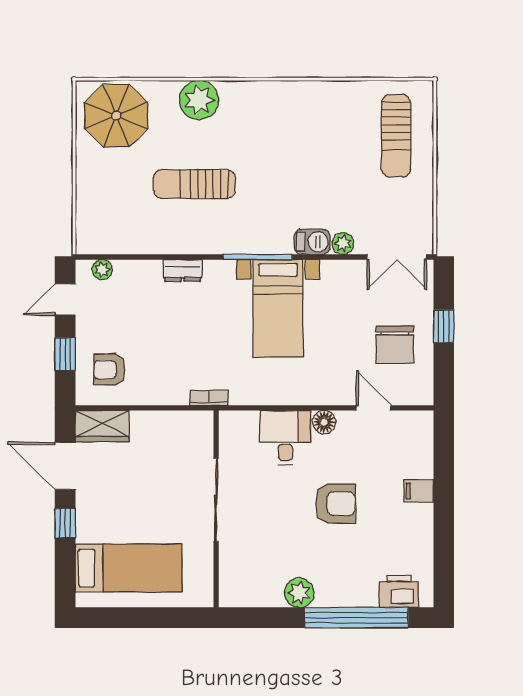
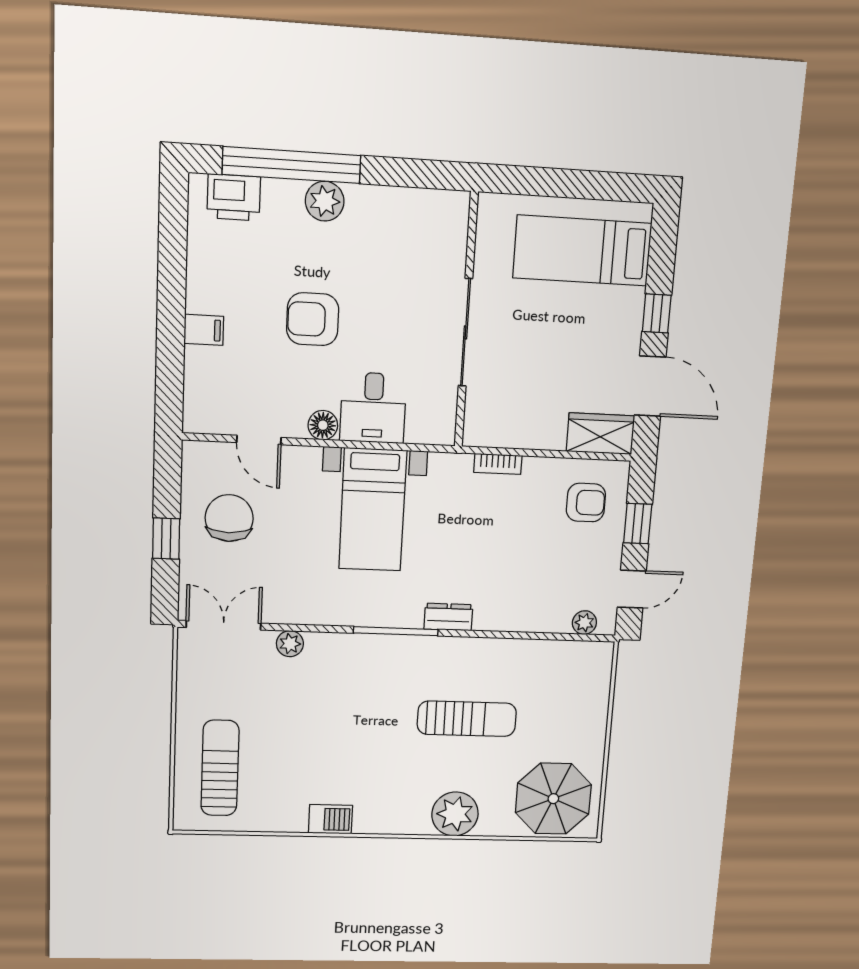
barbecue: (312, 242) -> (330, 819), moved, turned 180
dresser: (183, 270) -> (448, 617), moved
bed with nightstands: (278, 308) -> (373, 510), moved, turned 180
bookcase: (209, 398) -> (498, 464), moved
plant: (299, 593) -> (325, 201), moved

